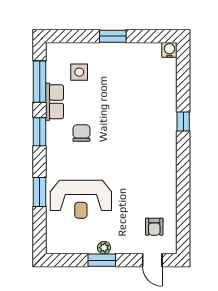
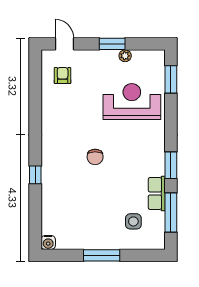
window: (113, 36) -> (102, 255), width x1.44
chair: (82, 133) -> (95, 157), moved
window: (40, 192) -> (171, 79), moved
plant: (104, 248) -> (125, 56), moved

